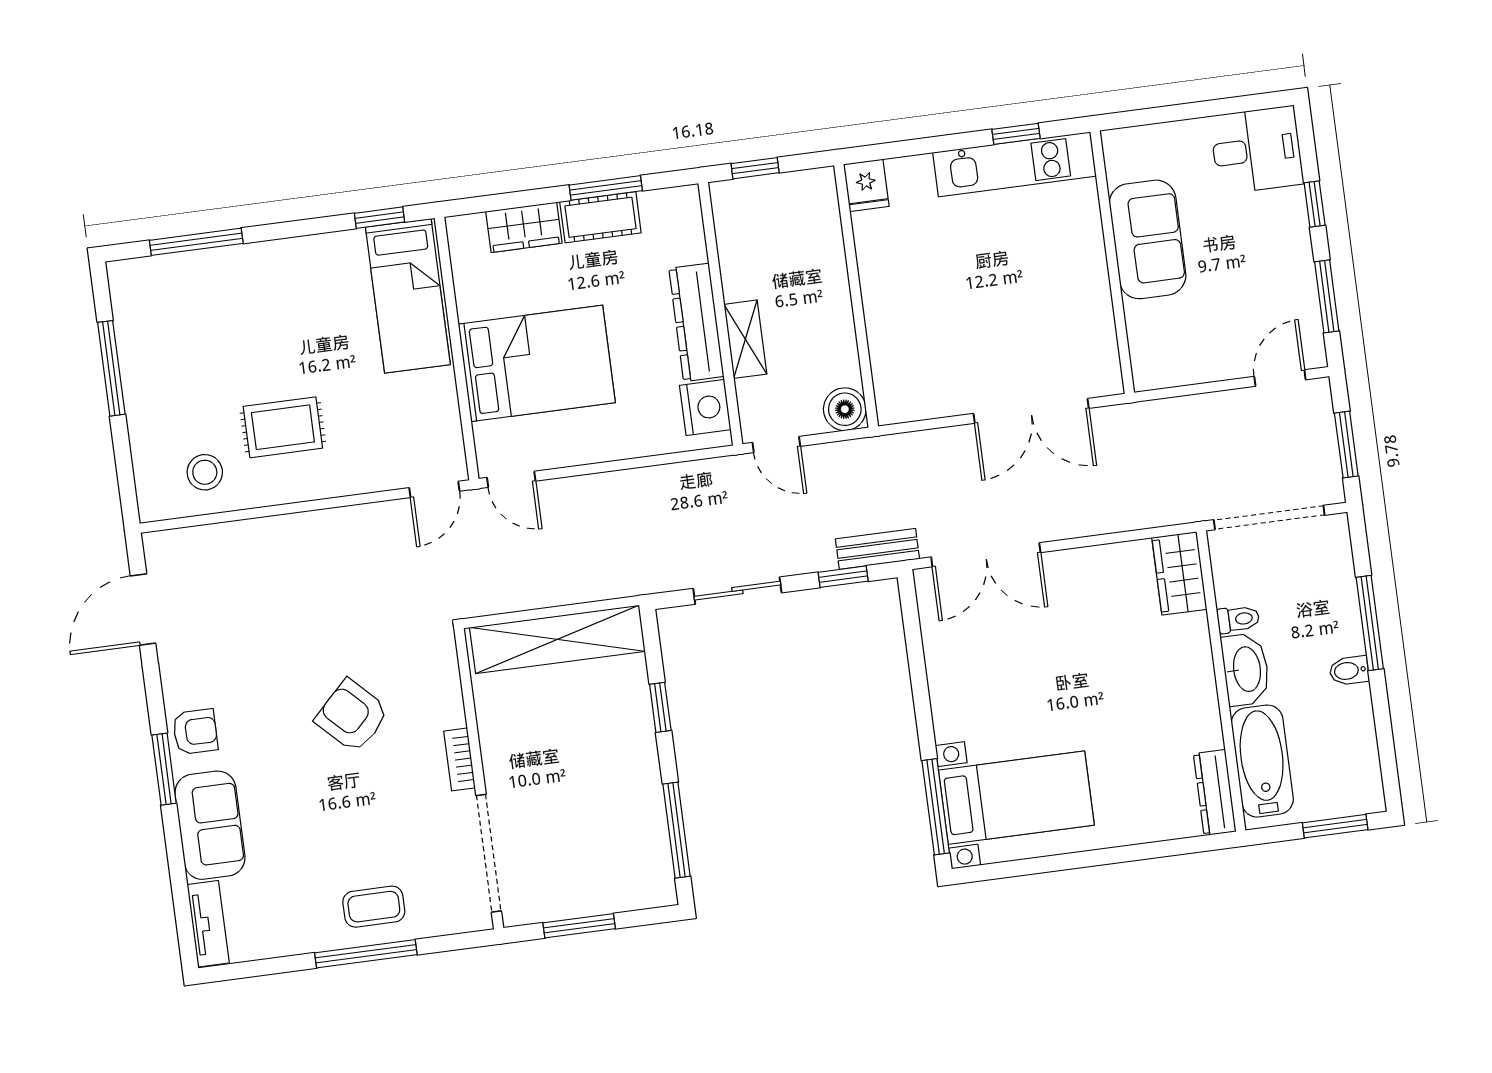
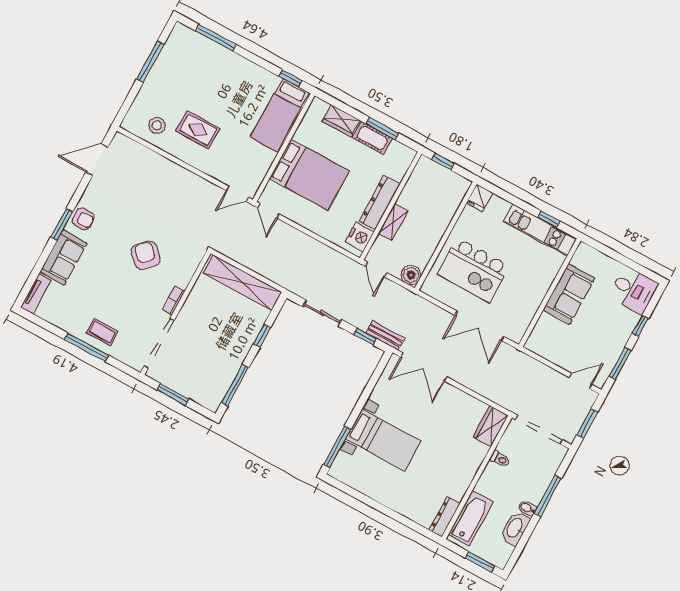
kitchen island: (949, 320) -> (474, 270), added
washbasin: (1246, 669) -> (515, 528), moved, turned 180
bed with nightstands: (1016, 798) -> (383, 440), moved

